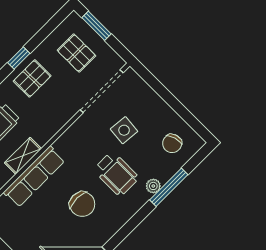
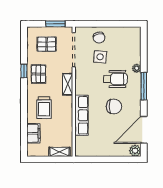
window: (96, 26) -> (55, 24), moved
chair: (172, 143) -> (99, 38), moved
shelving: (23, 156) -> (68, 84), moved
window: (169, 187) -> (144, 86), moved

